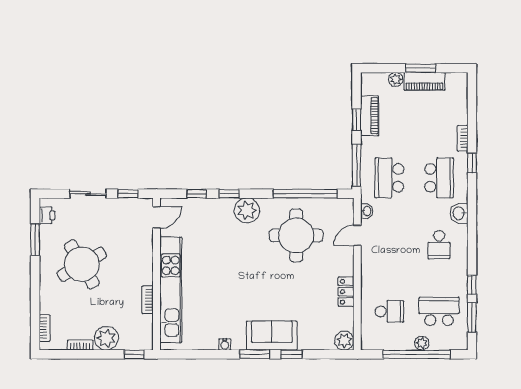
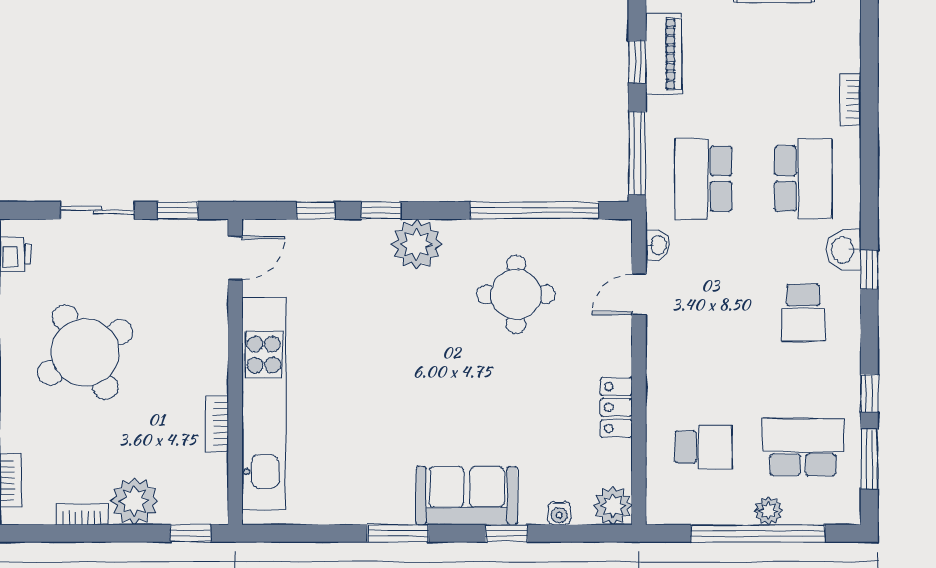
window: (472, 163) -> (869, 270), moved
round table: (296, 235) -> (516, 294), width x0.73, depth x0.73
water cooler: (225, 344) -> (559, 513), moved
window: (255, 354) -> (398, 533), moved

